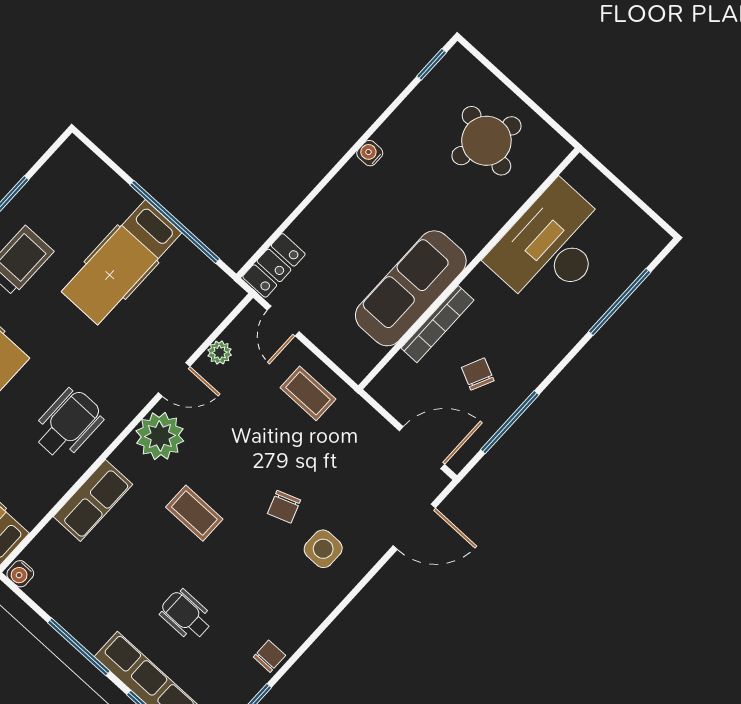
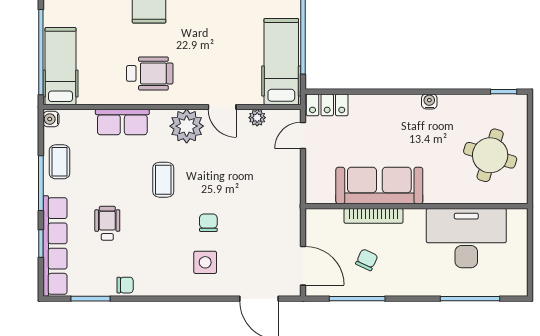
hospital bed: (121, 262) -> (281, 62), moved, turned 90
coffee table: (308, 393) -> (60, 162), moved
chair: (284, 507) -> (208, 223), turned 110

